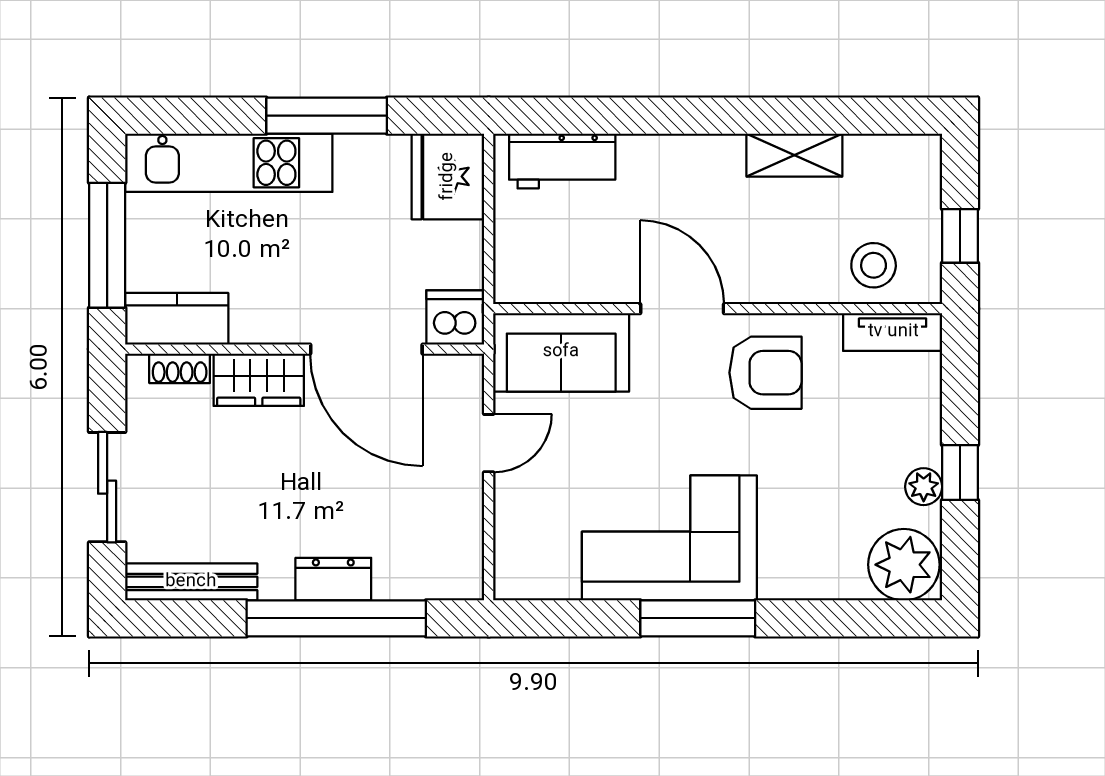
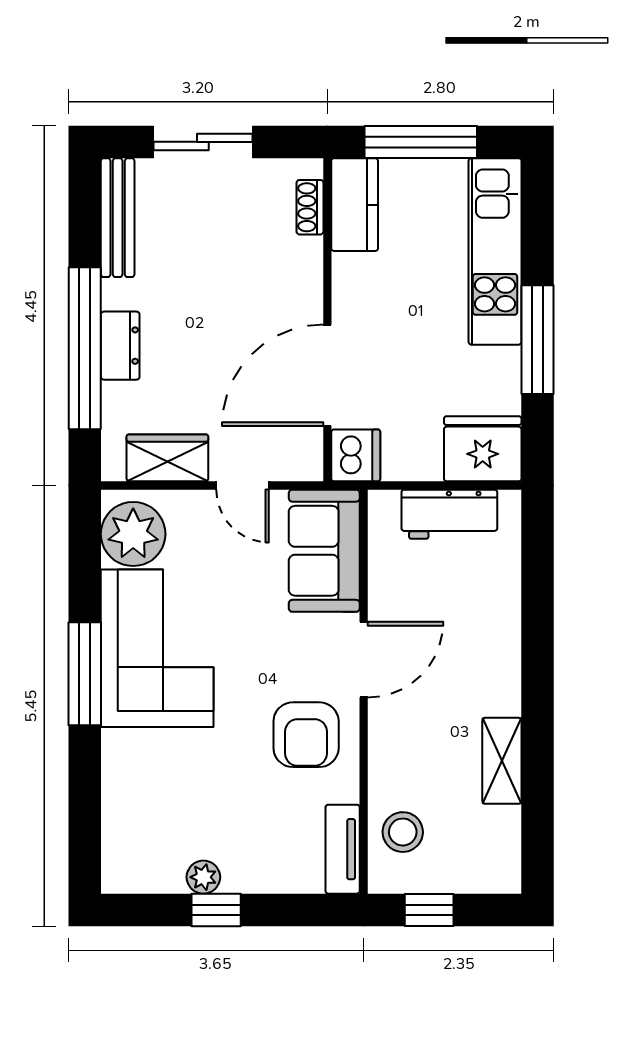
workbench: (562, 161) -> (449, 514), moved, turned -90
wardrobe: (259, 380) -> (167, 458), moved, turned 90
plant: (904, 565) -> (133, 534), moved

